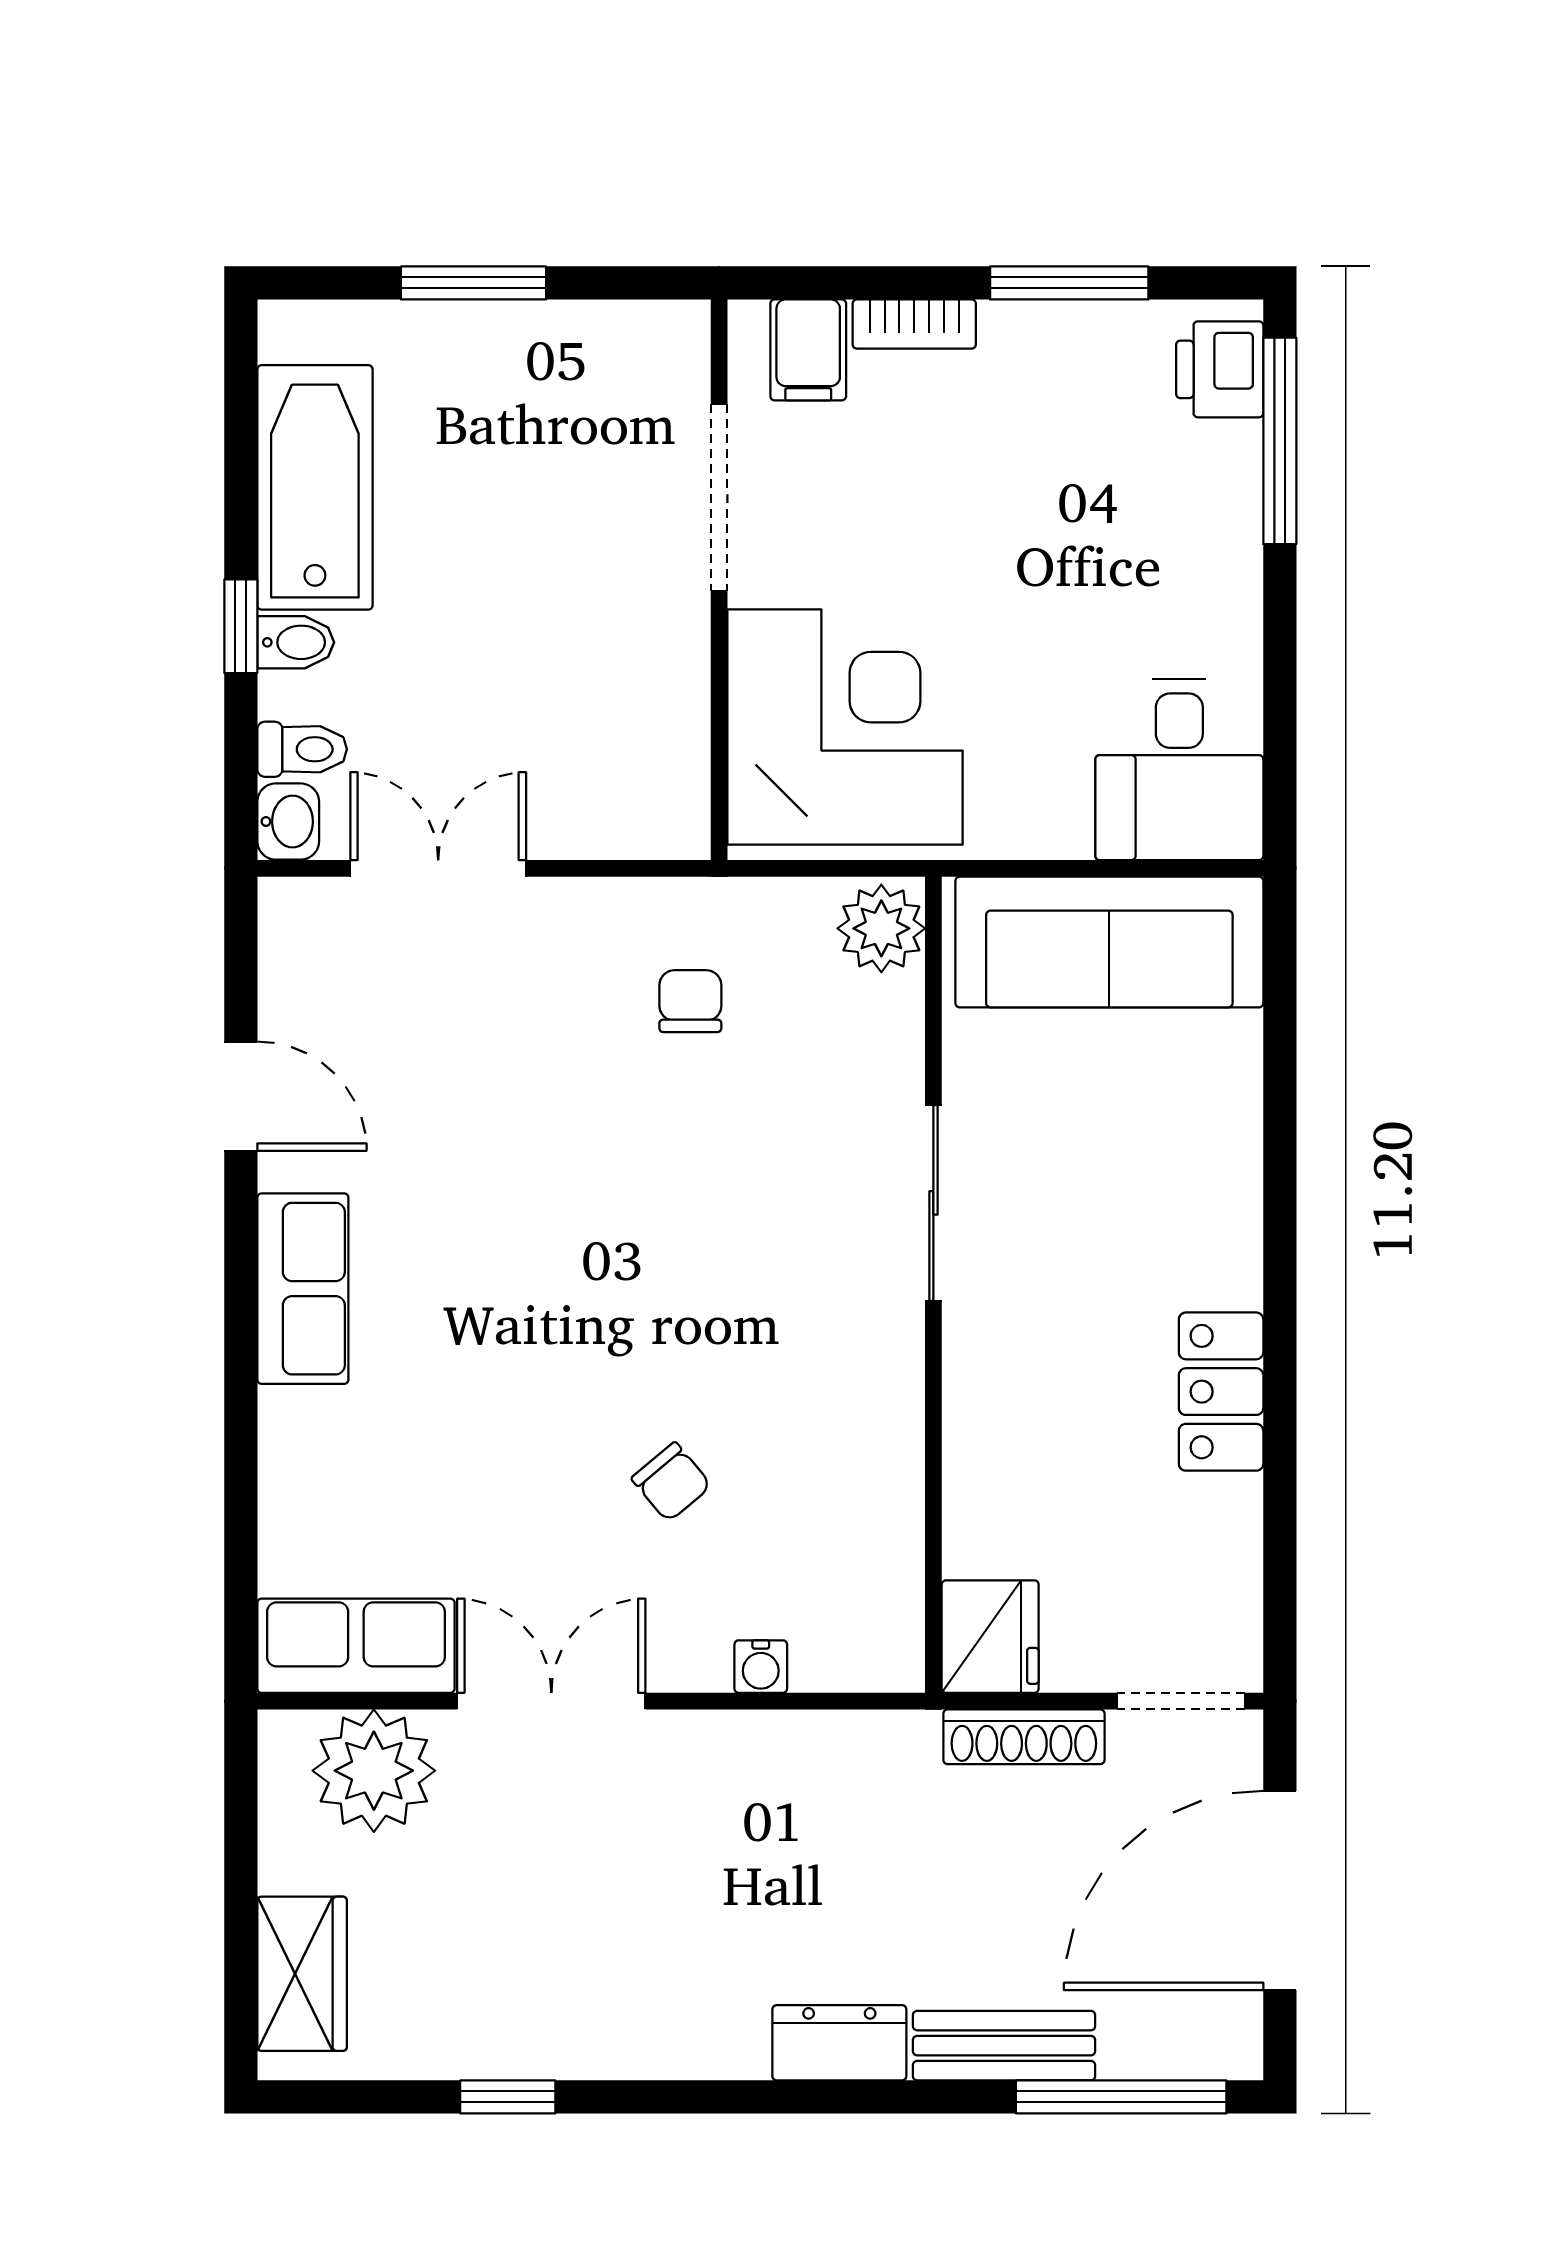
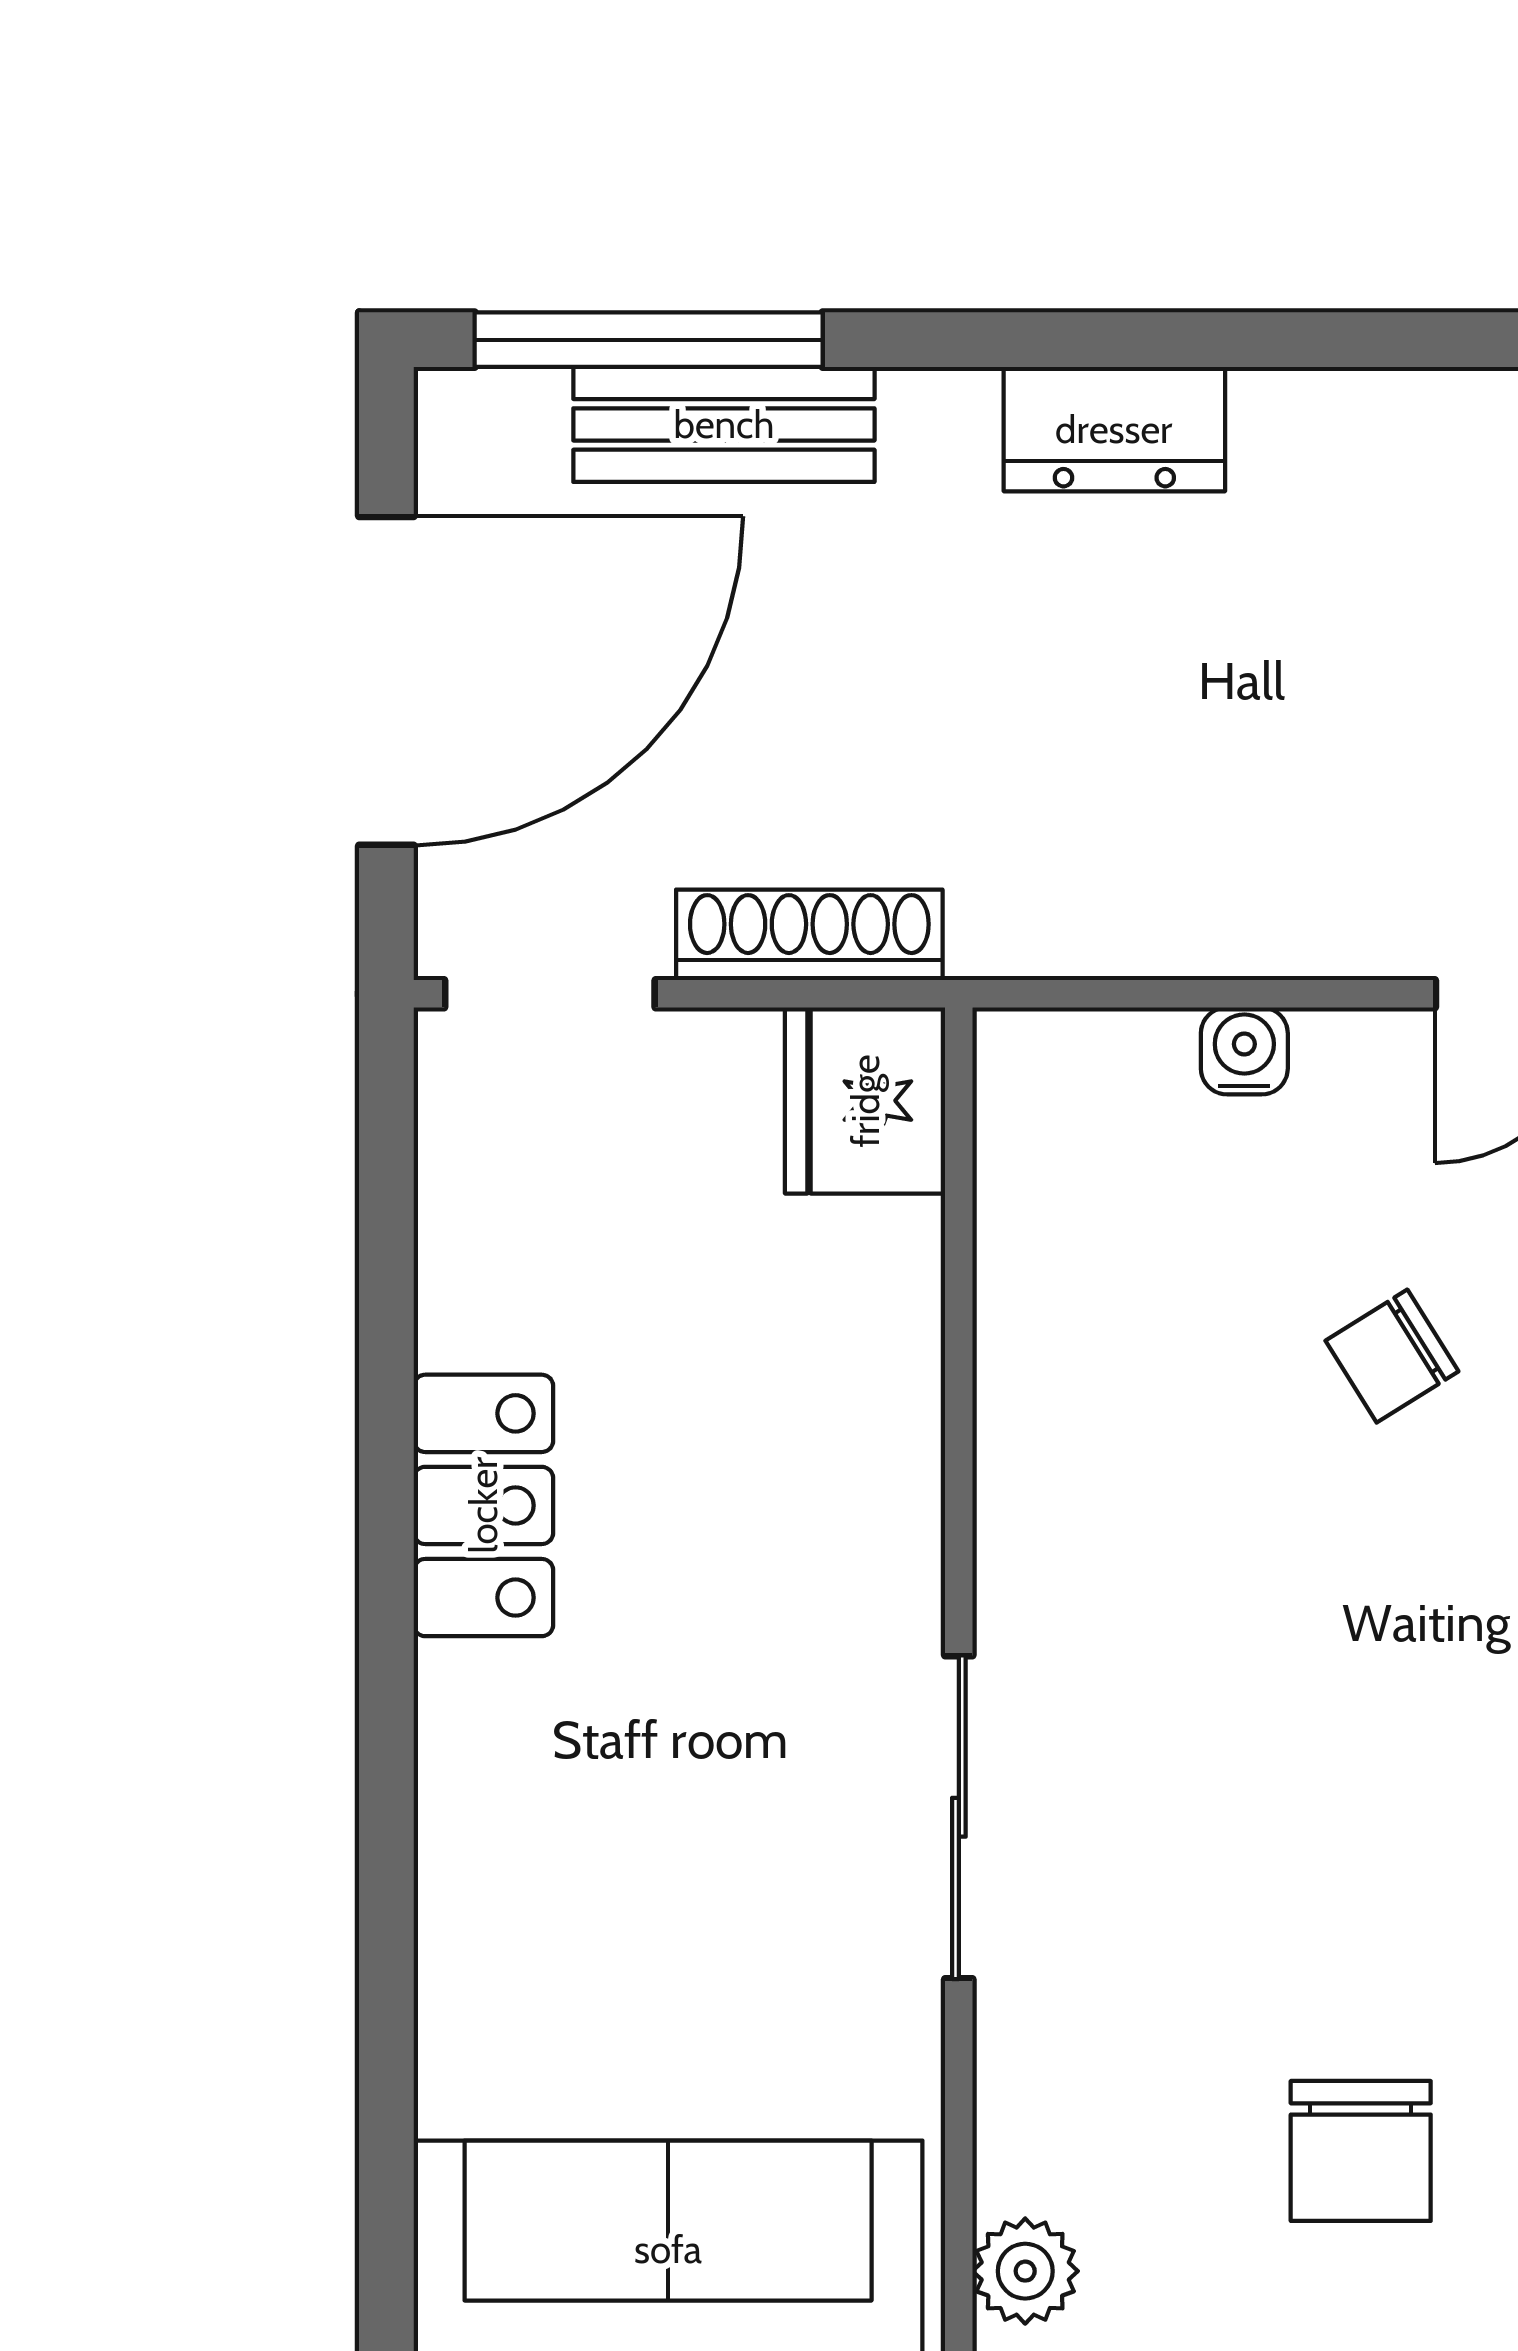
plant: (881, 928) -> (1025, 2271), width x0.73, depth x0.73
chair: (690, 1001) -> (1361, 2151), width x1.37, depth x1.37
chair: (671, 1482) -> (1392, 1356), turned -82
bench: (1004, 2046) -> (724, 424), moved

